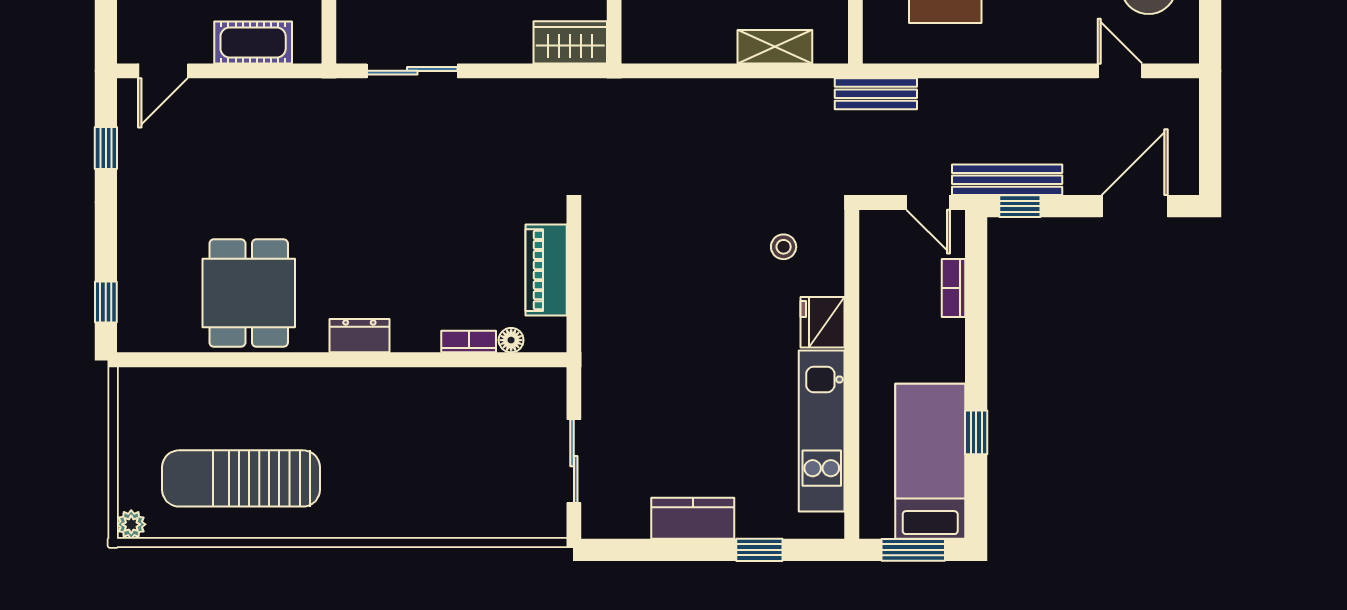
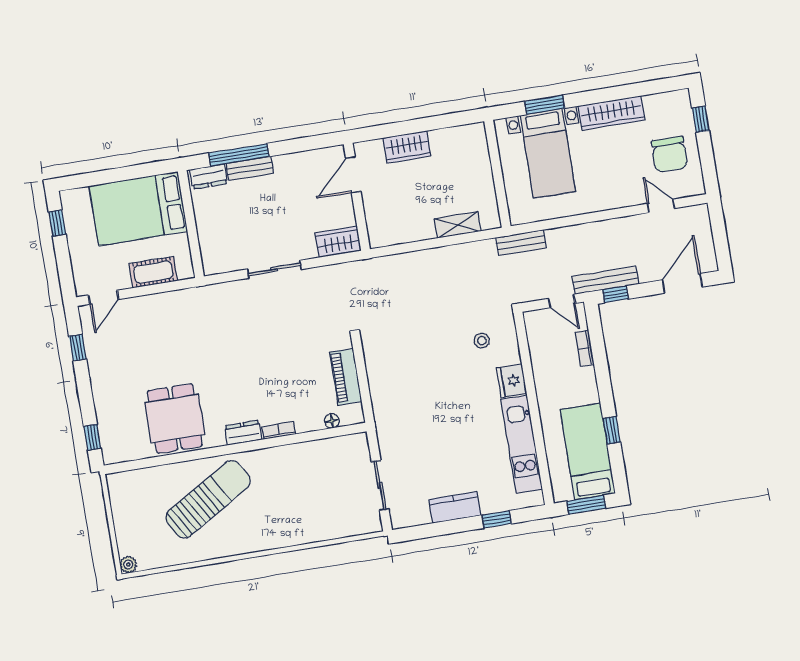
sliding door: (412, 71) -> (274, 269), moved
bookcase: (469, 341) -> (279, 430), moved
sun lounger: (241, 478) -> (208, 499), moved, turned 149

